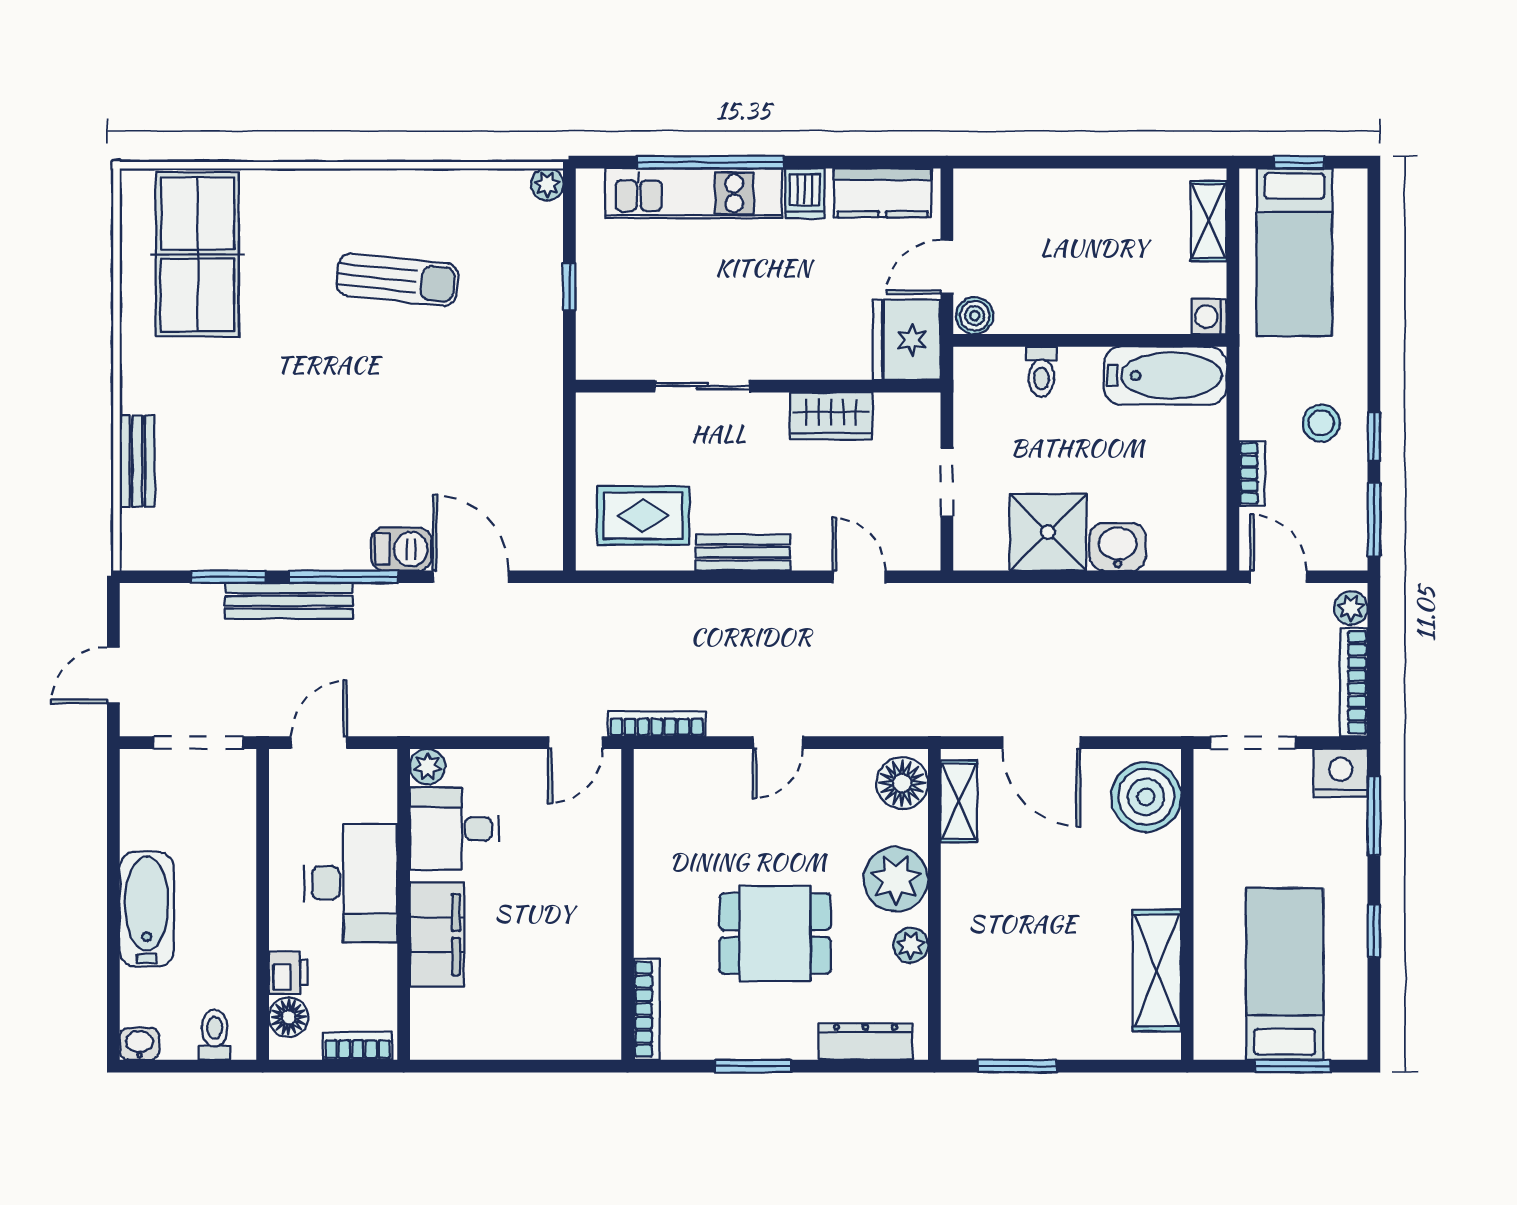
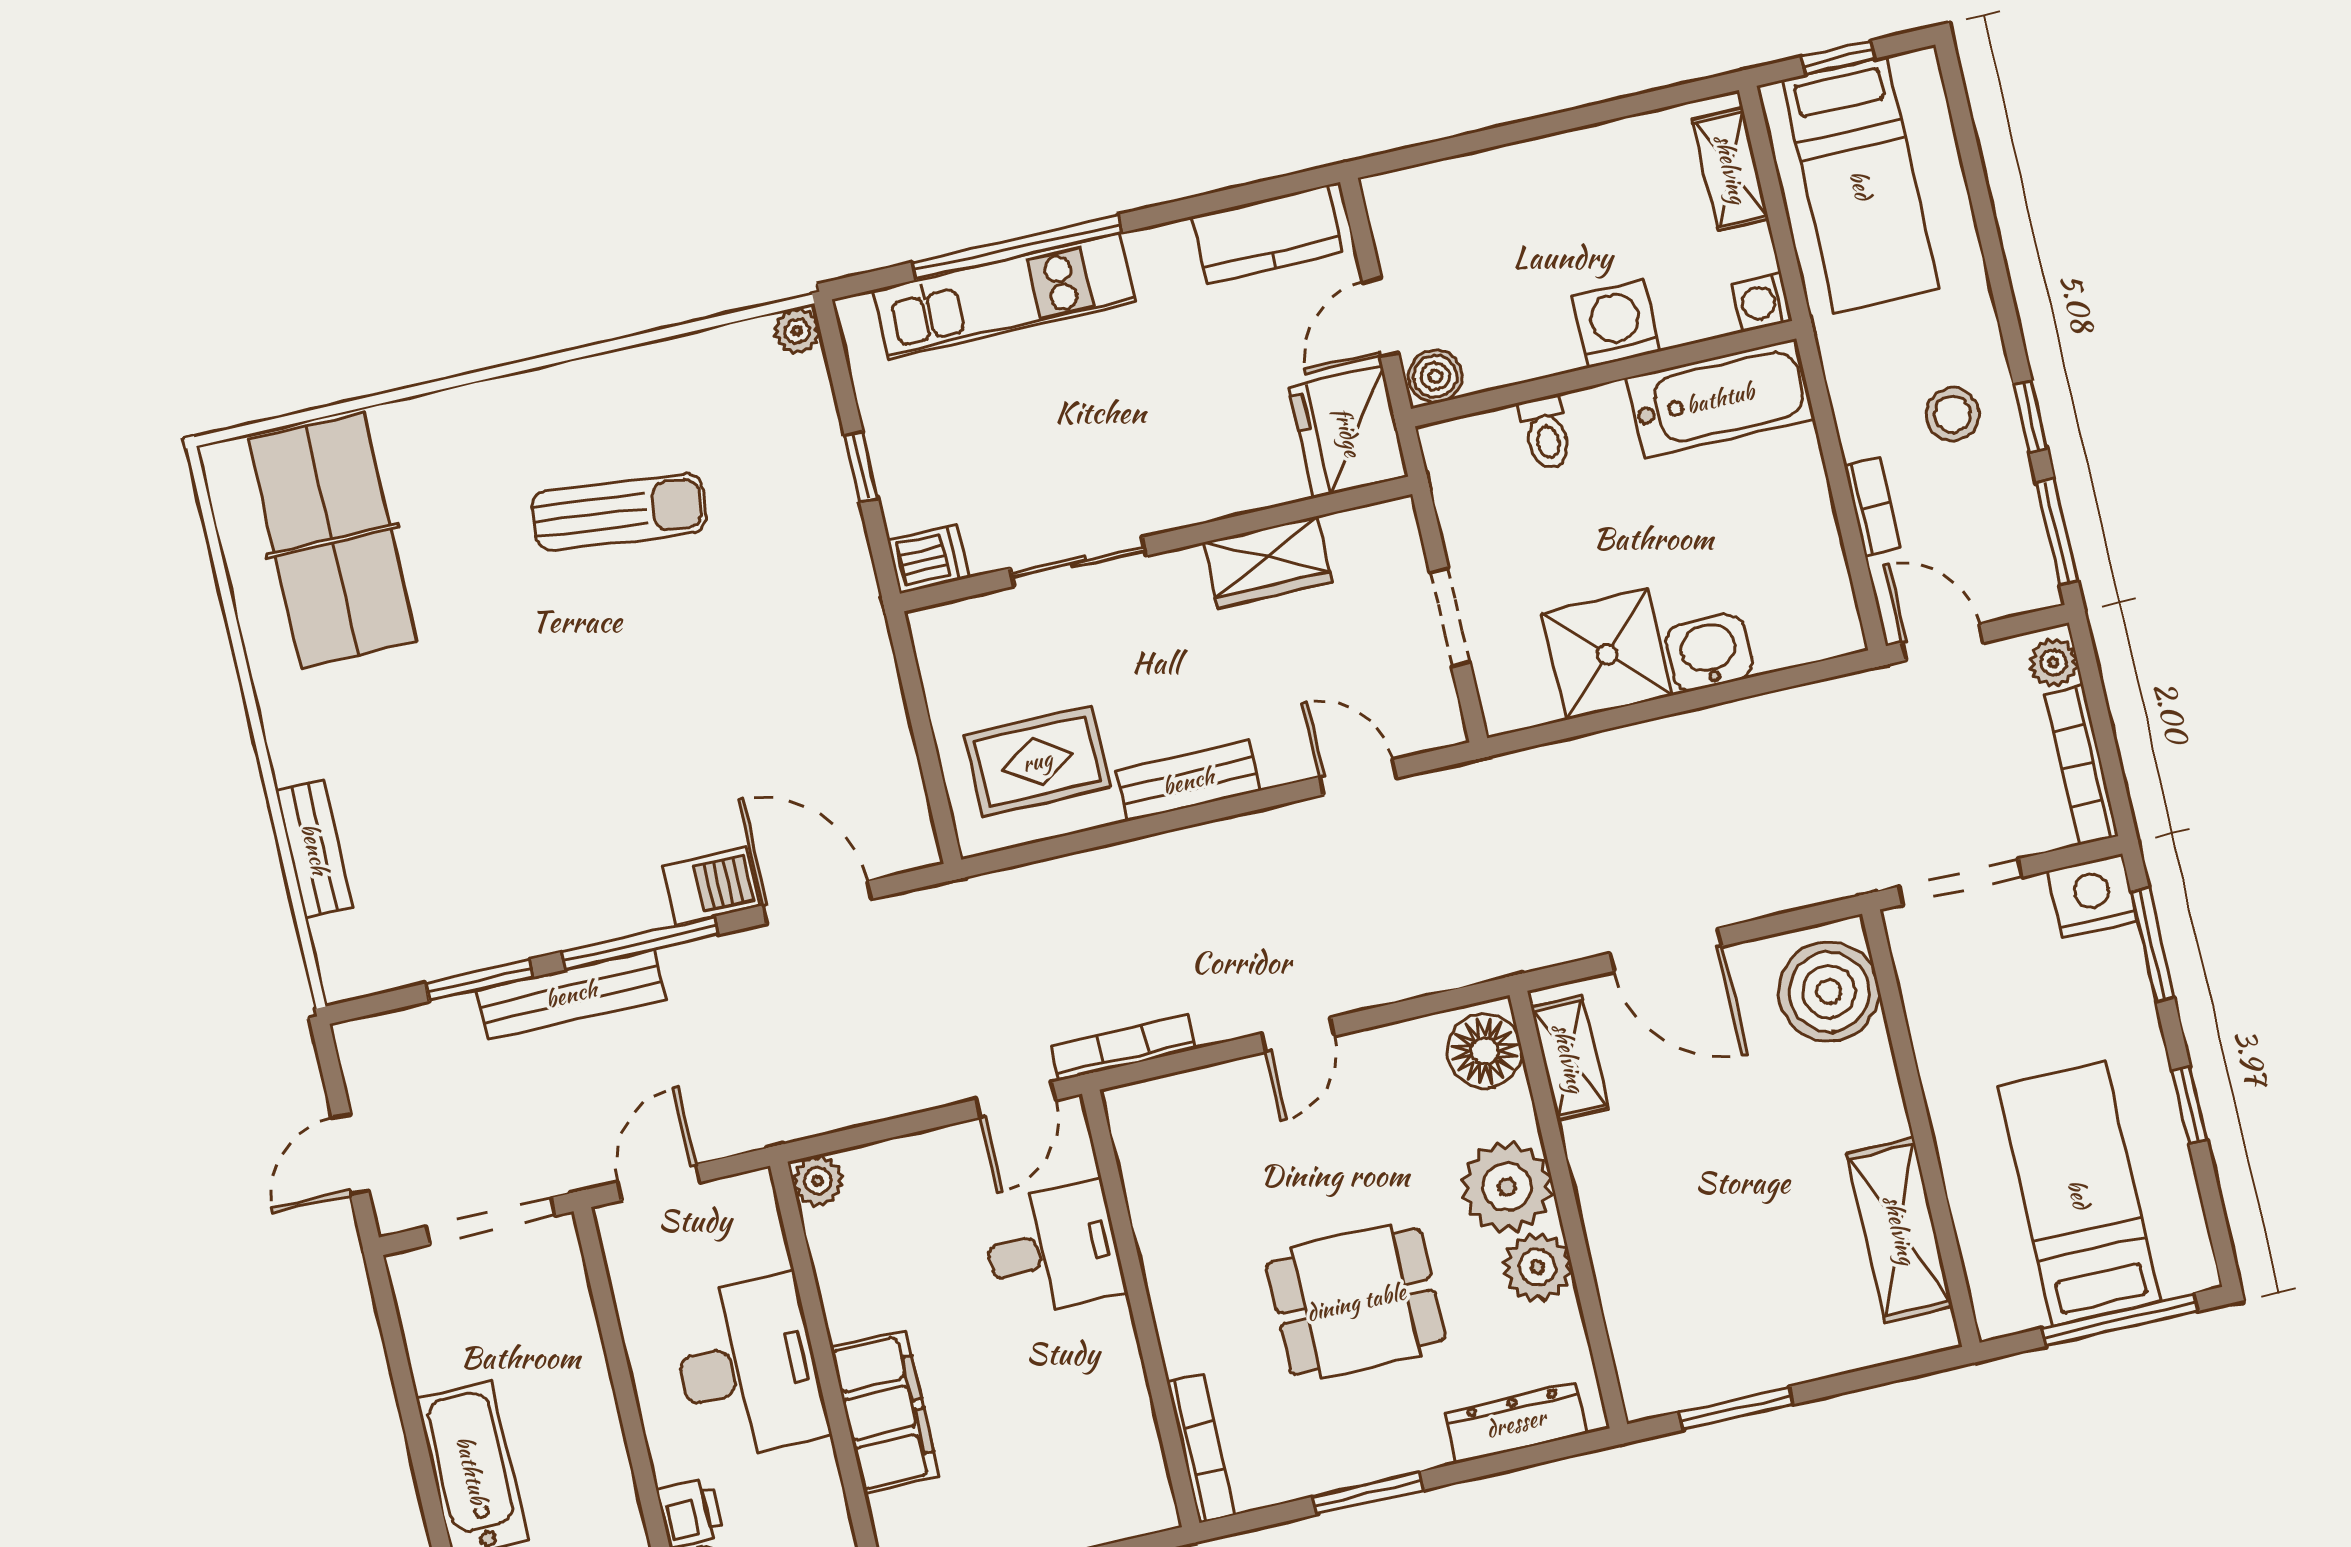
dishwasher: (805, 193) -> (928, 559), moved, turned -90
washing machine: (1106, 308) -> (1616, 324), added
desk: (454, 829) -> (1053, 1249), moved, turned 180
plant: (911, 945) -> (1537, 1267), width x1.38, depth x1.38
window: (1293, 1066) -> (2120, 1320), width x1.44

